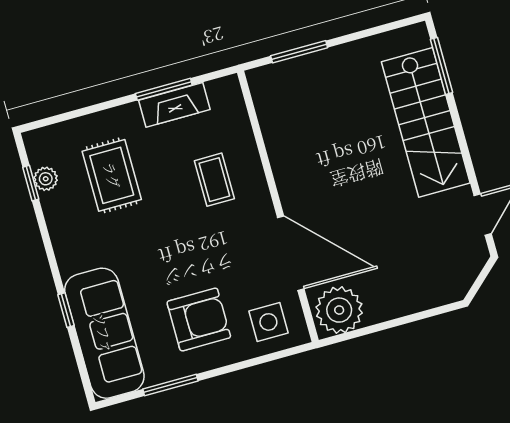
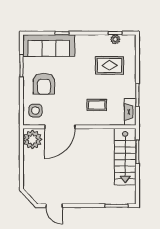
fireplace: (174, 105) -> (130, 112), moved
stairs: (426, 122) -> (125, 157), moved, turned -90

